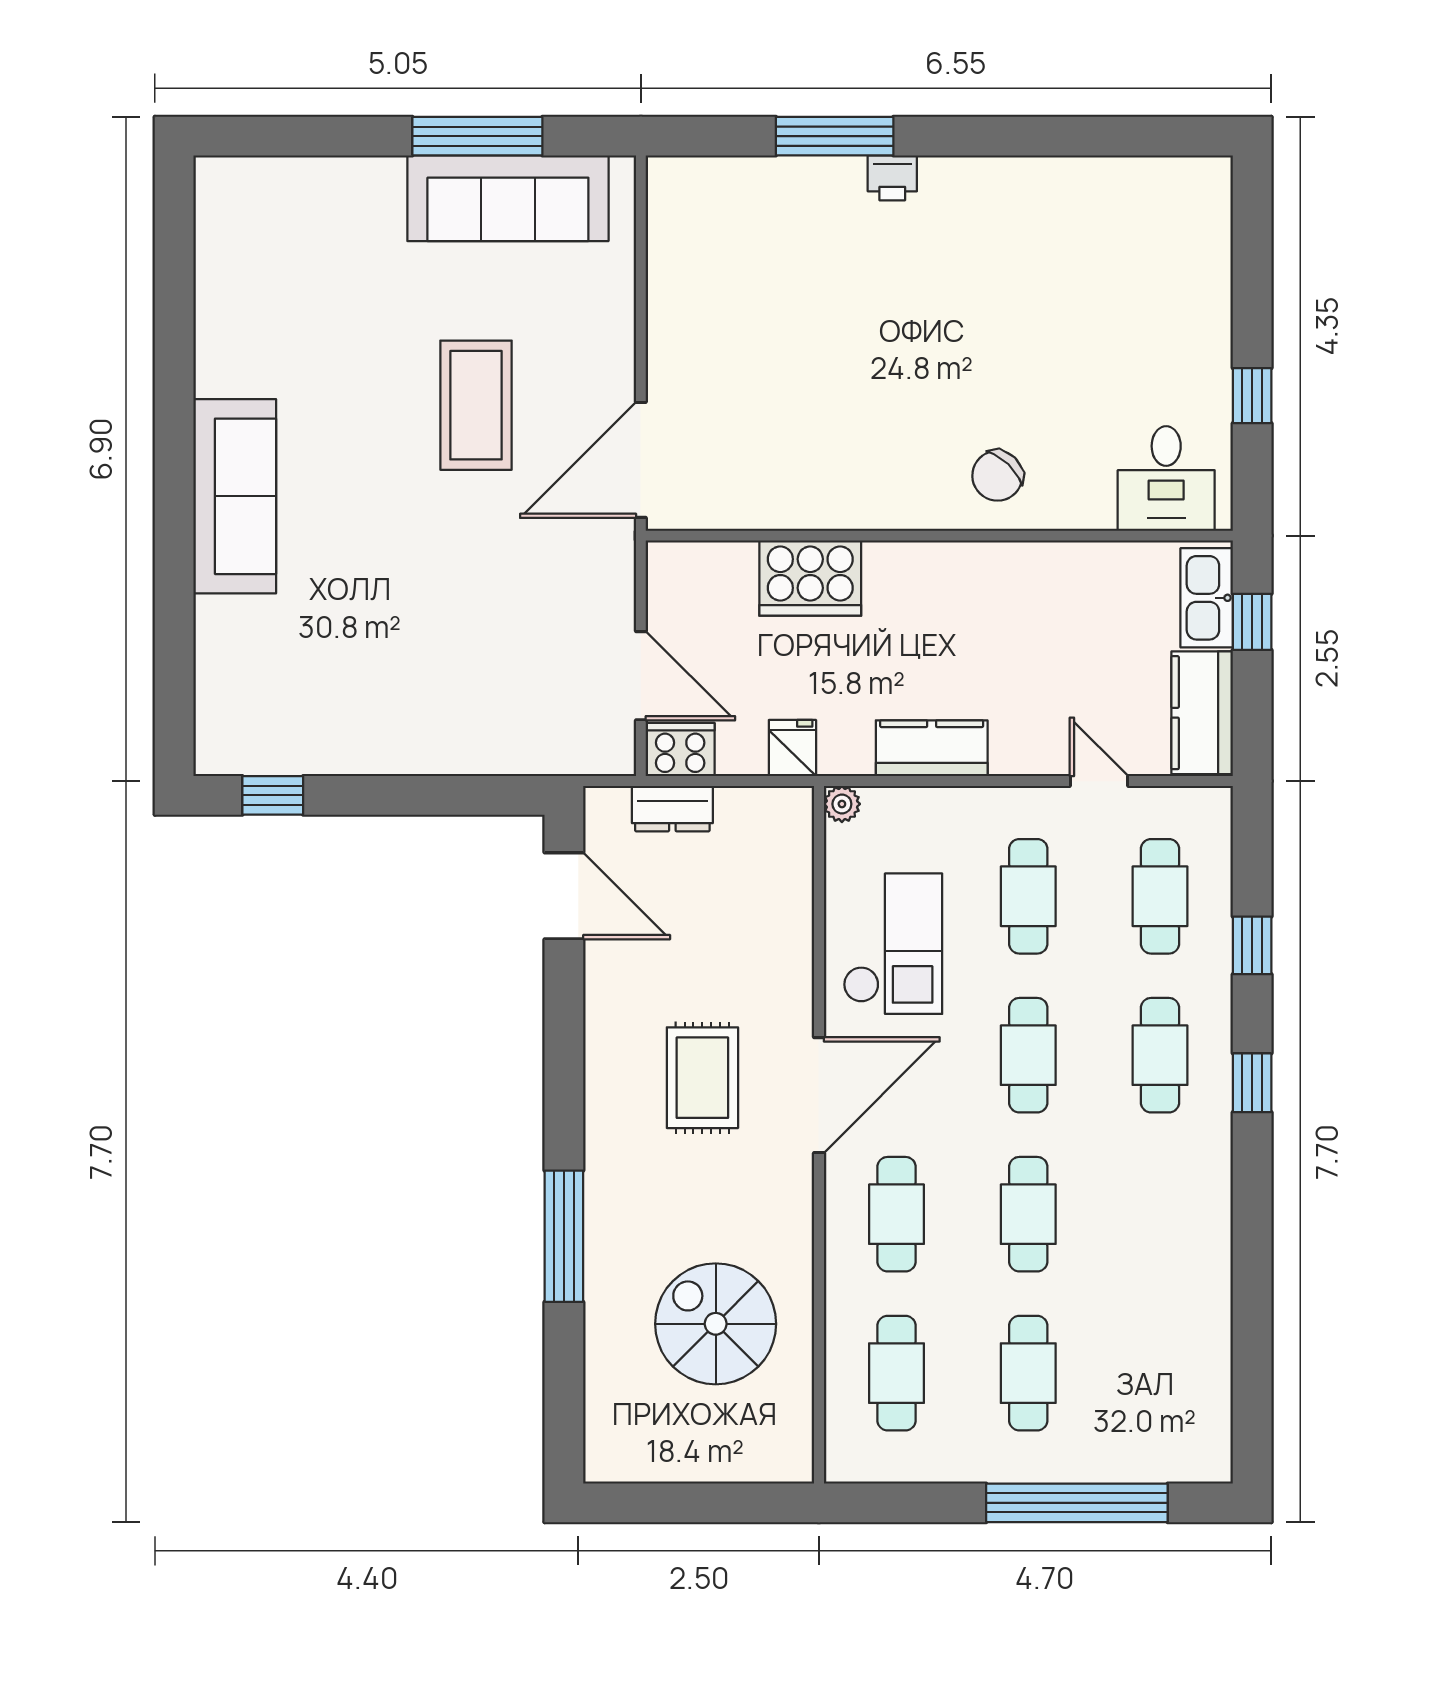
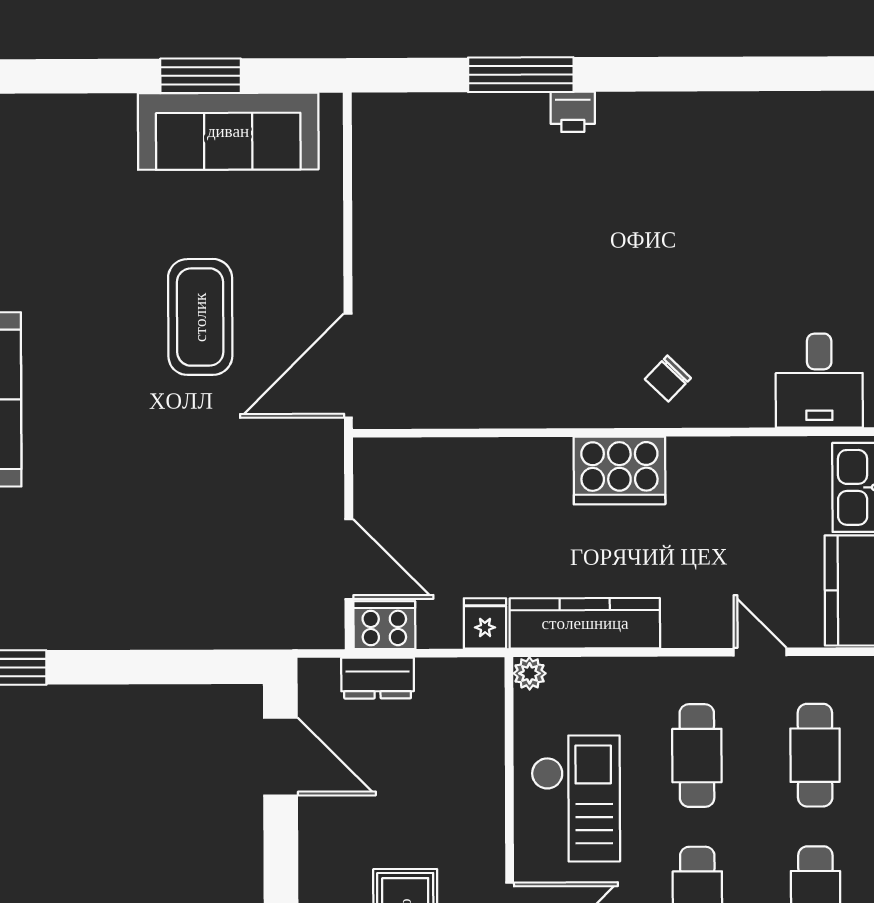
window: (477, 136) -> (201, 76), width x0.69
chair: (997, 476) -> (668, 379), width x0.73, depth x0.73
cooker: (810, 578) -> (619, 470), moved
kitchen counter: (932, 748) -> (585, 623), width x1.50

